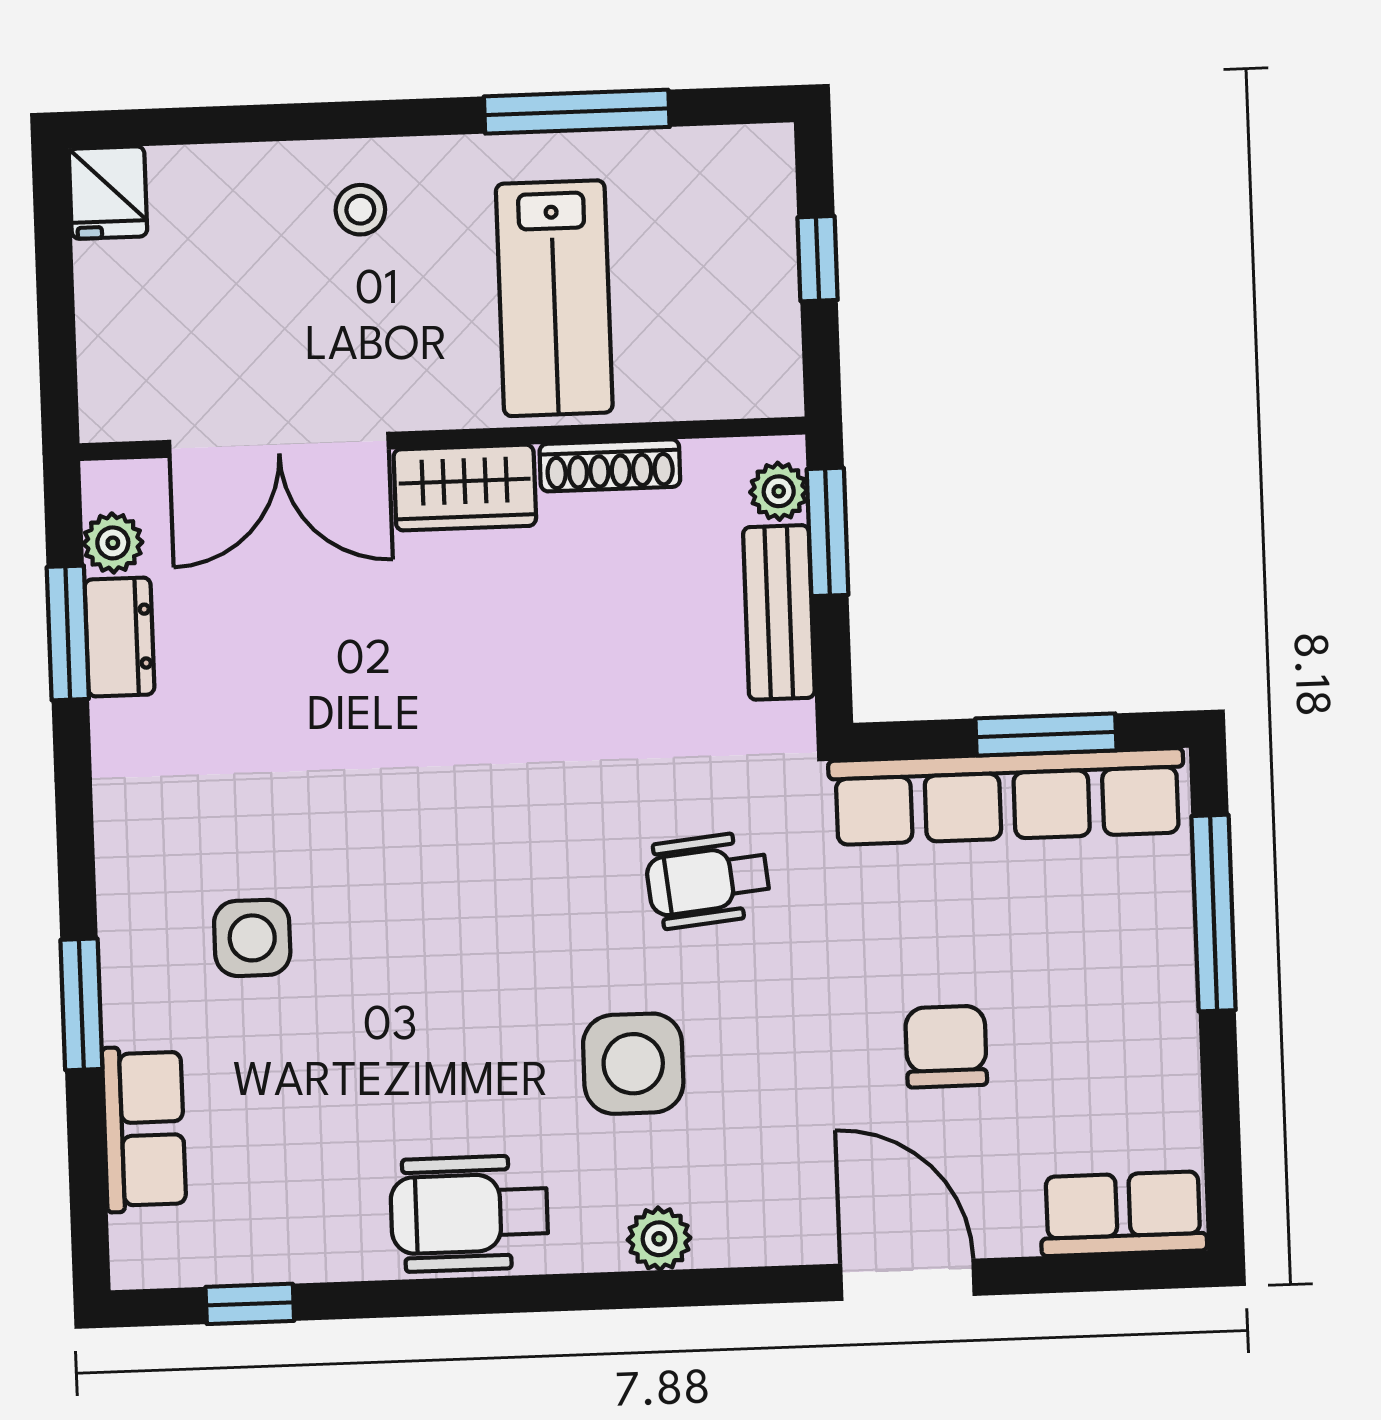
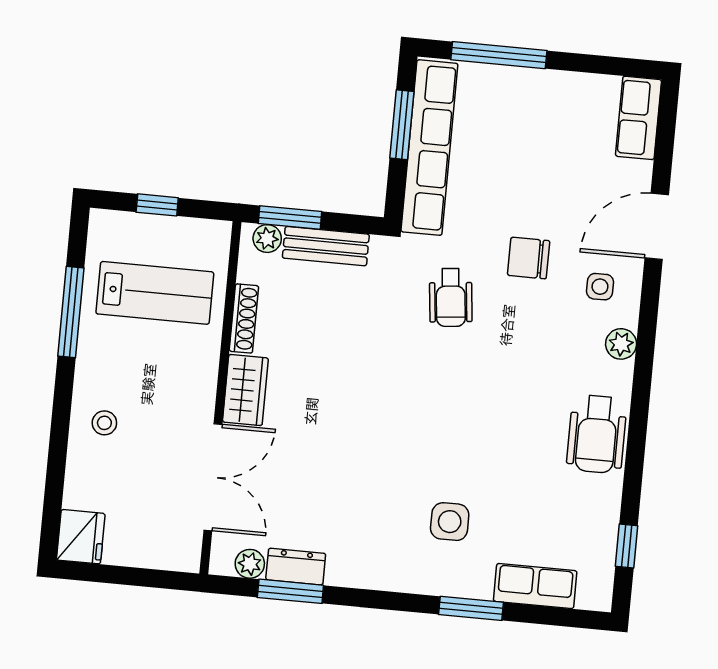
fridge: (108, 193) -> (81, 537), width x1.38
lab bench: (554, 298) -> (155, 293), moved
chair: (946, 1047) -> (529, 258), moved
side table: (633, 1064) -> (600, 287), moved, width x0.54, depth x0.54

